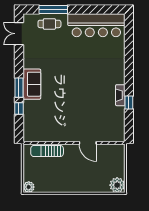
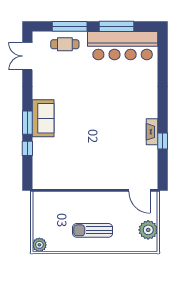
window: (91, 9) -> (116, 26), added
door: (88, 143) -> (139, 190), moved
sun lounger: (47, 151) -> (93, 230), moved
plant: (117, 185) -> (148, 230), moved

